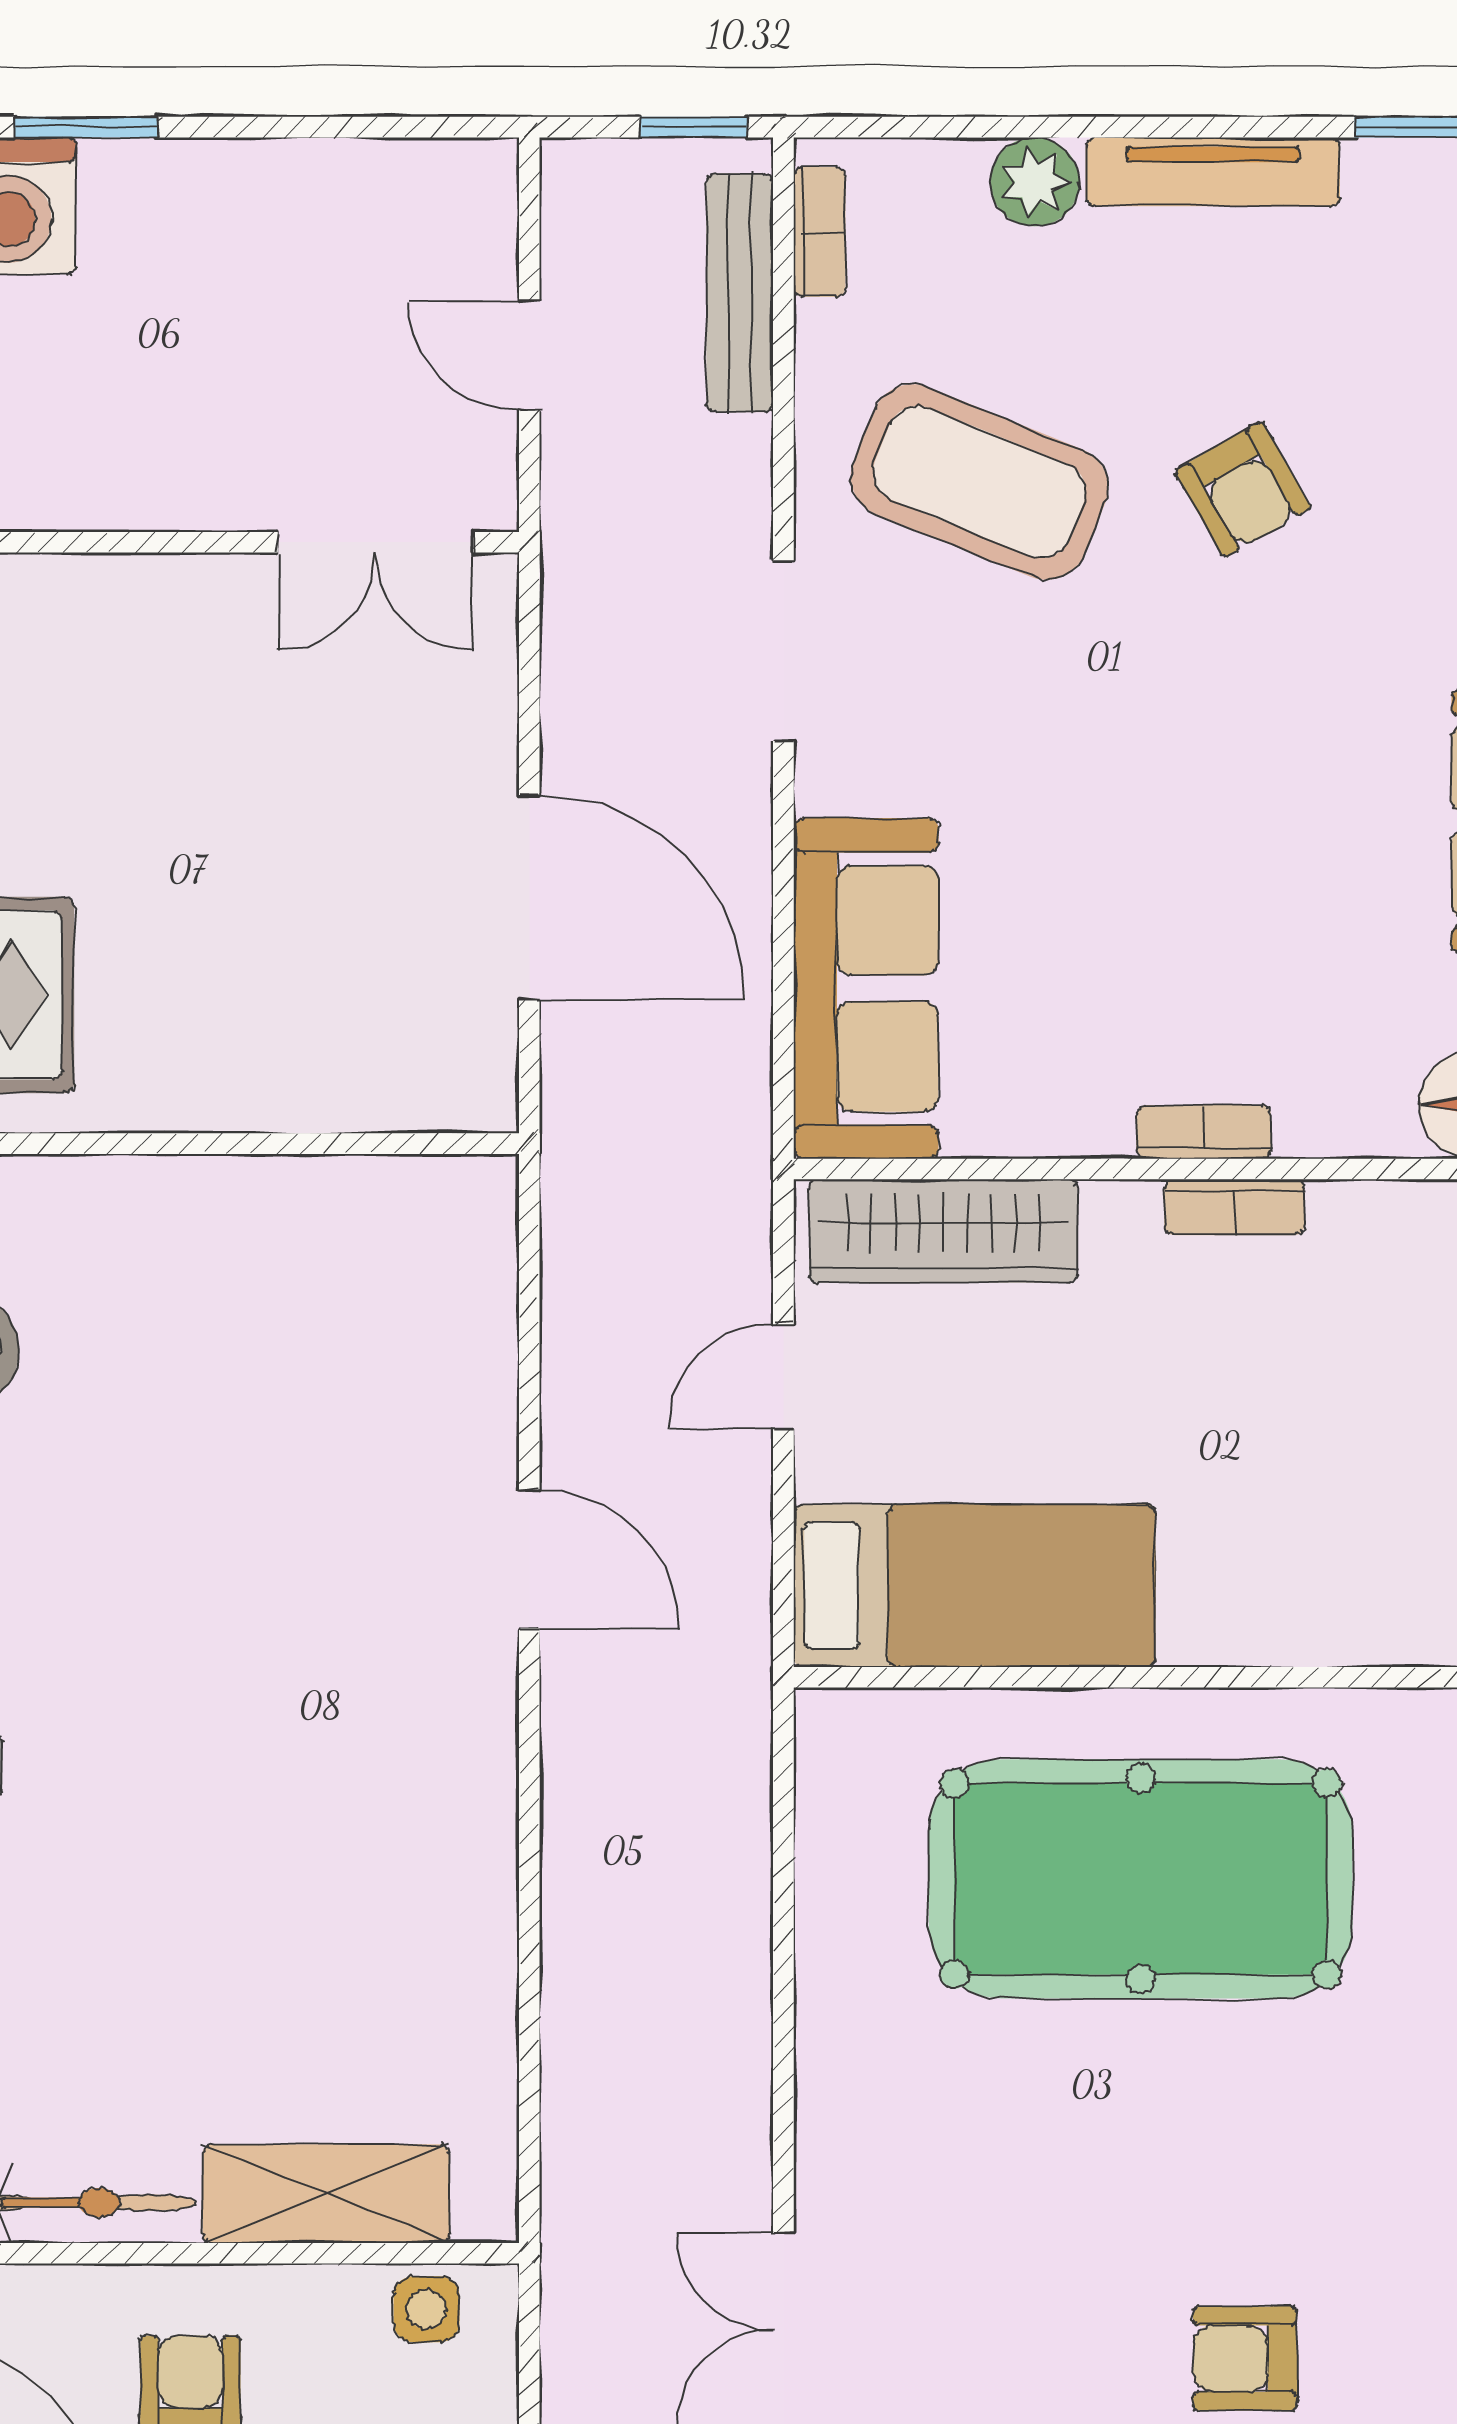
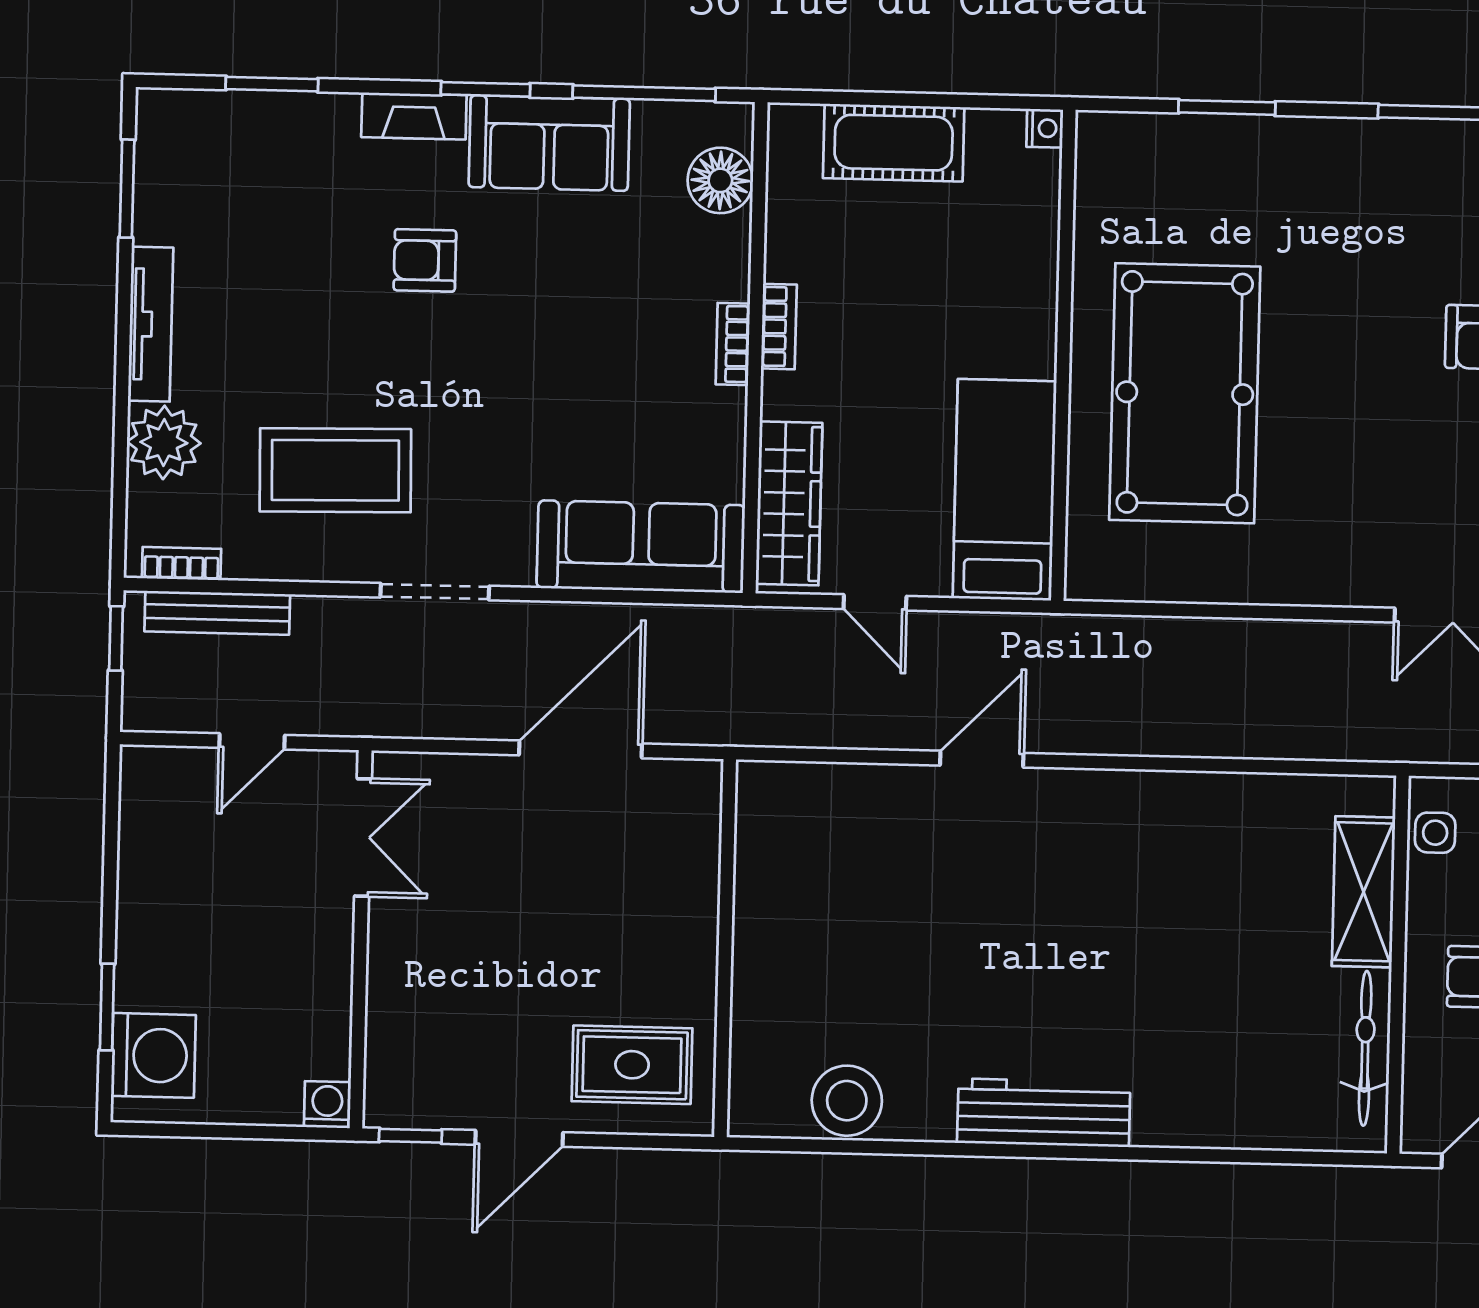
plant: (1035, 182) -> (164, 442), width x1.36, depth x1.36
coffee table: (979, 482) -> (335, 470), turned 67
armchair: (1243, 489) -> (425, 260), moved, turned -150

